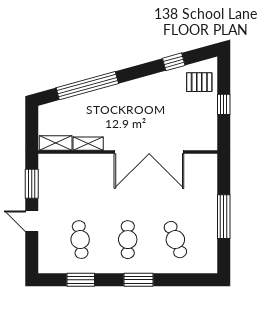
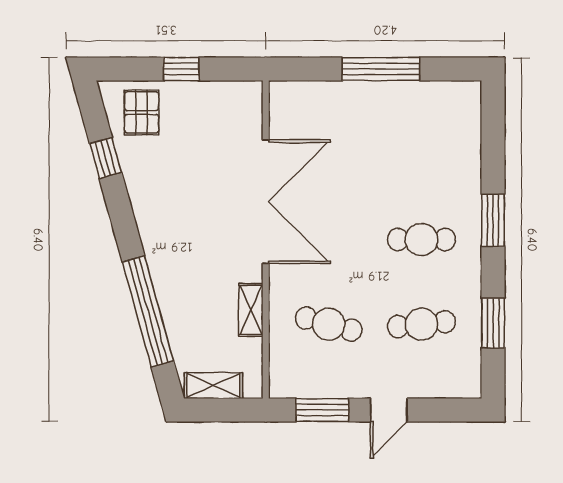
shelving: (56, 143) -> (213, 386), moved, turned 90
cafe table: (175, 240) -> (329, 324), moved, turned 36

